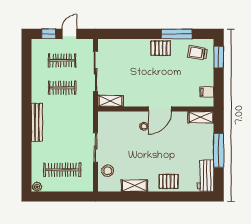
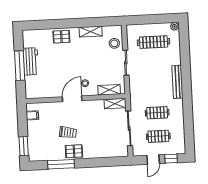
trolley: (197, 53) -> (68, 132), moved
shelving: (201, 117) -> (109, 90), moved
workbench: (206, 176) -> (31, 61), moved

